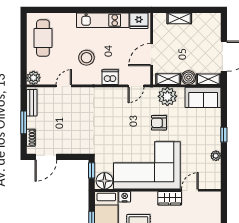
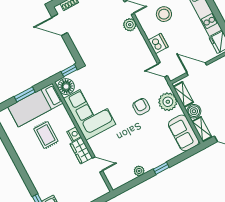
plant: (79, 94) -> (130, 25), added
corner sofa: (147, 165) -> (90, 111), width x0.73, depth x0.74
nightstand: (125, 197) -> (74, 134), moved

